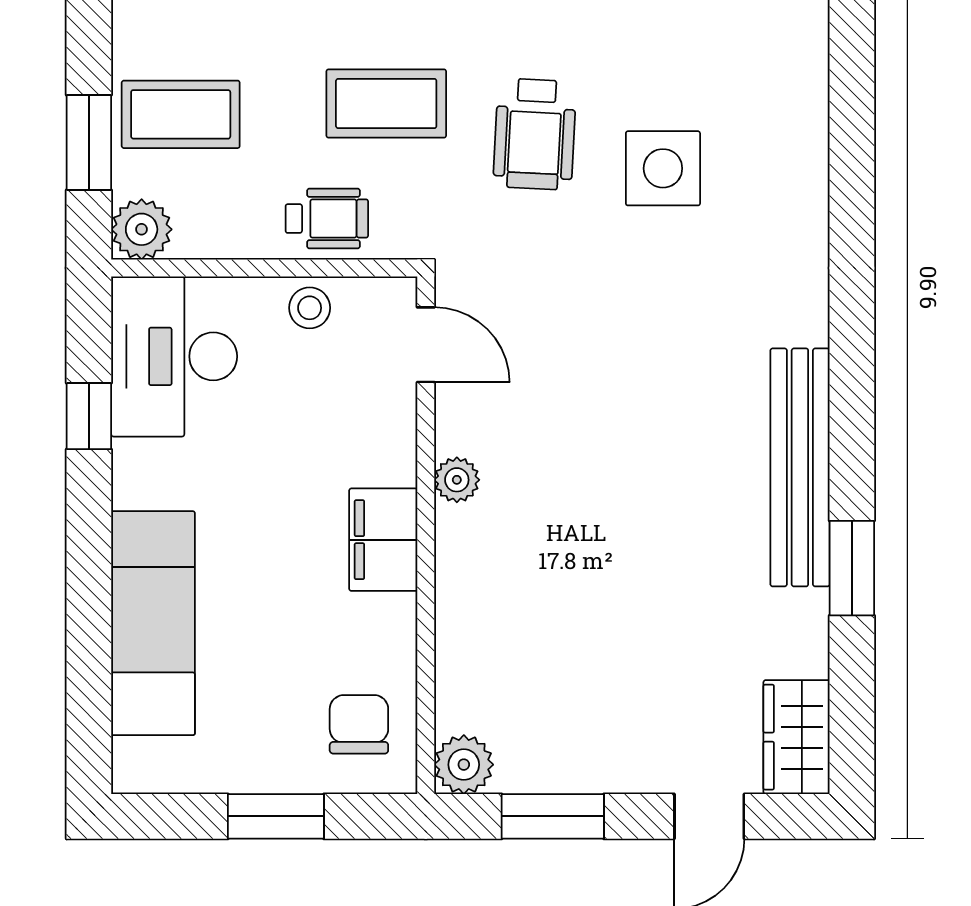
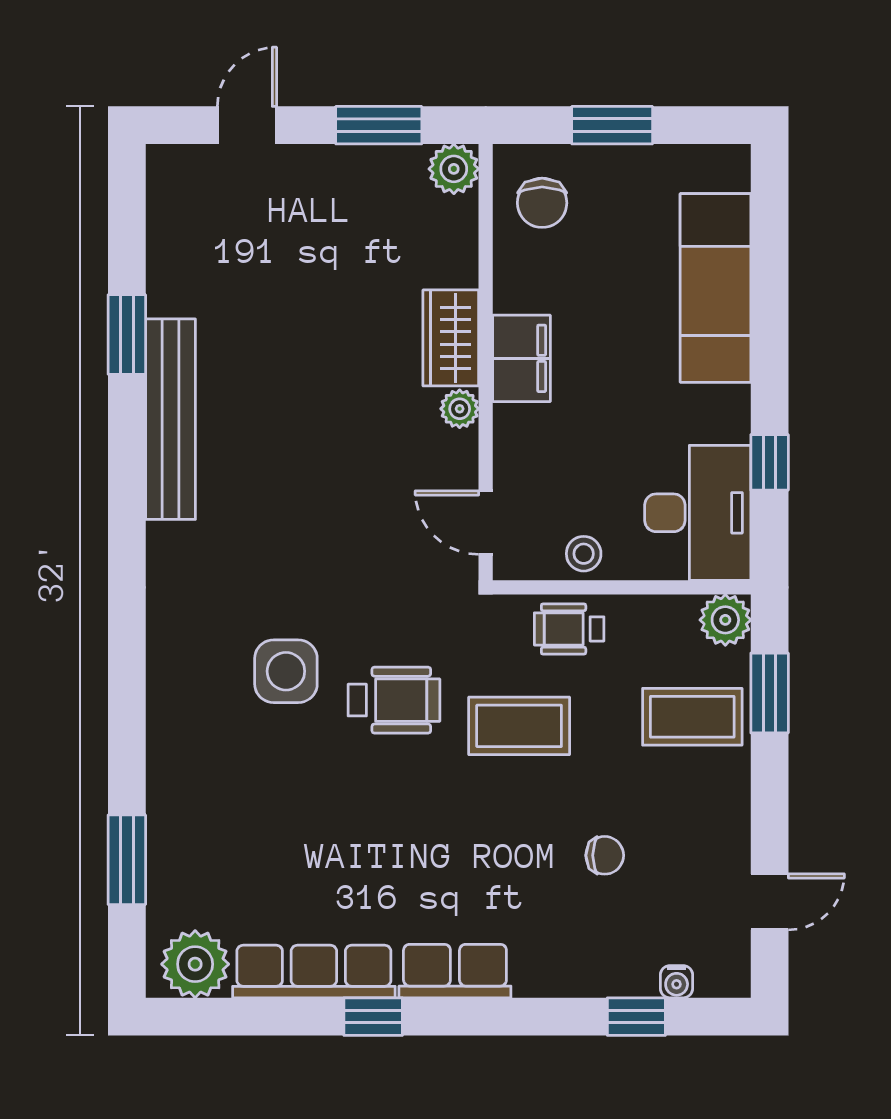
wheelchair: (535, 134) -> (394, 700), turned 87
wardrobe: (796, 737) -> (451, 338), moved, turned 180

